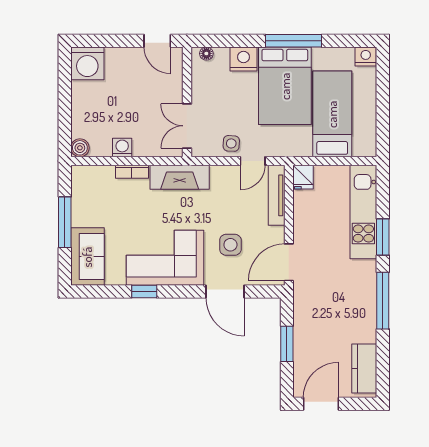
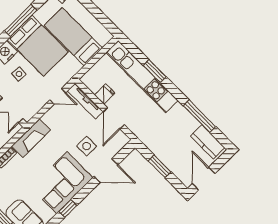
side table: (231, 143) -> (19, 74), moved
door: (253, 161) -> (58, 96), hinge flipped
fridge: (303, 177) -> (105, 94), moved, turned -90
kitchen unit: (363, 212) -> (142, 76), width x1.36
door: (289, 262) -> (114, 118), moved
window: (383, 301) -> (199, 116), moved

